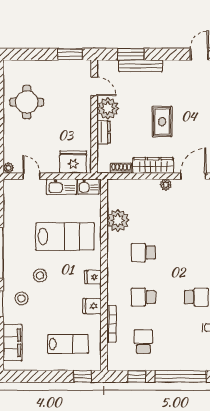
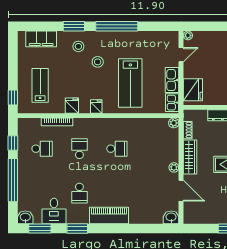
plant: (118, 220) -> (174, 123), moved, width x0.53, depth x0.53
school desk: (143, 253) -> (117, 149), turned 90
lab bench: (68, 344) -> (40, 85), turned 180

